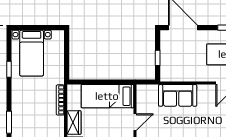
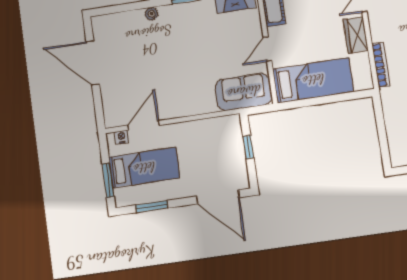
sofa: (178, 95) -> (244, 92), moved

